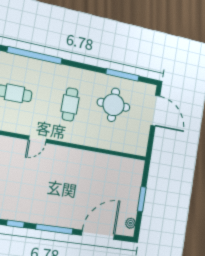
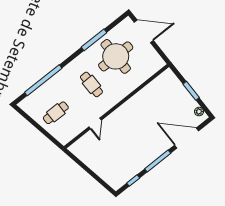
window: (122, 75) -> (94, 40), moved
round table: (114, 105) -> (116, 56), width x1.36, depth x1.36
door: (98, 235) -> (187, 138), hinge flipped

